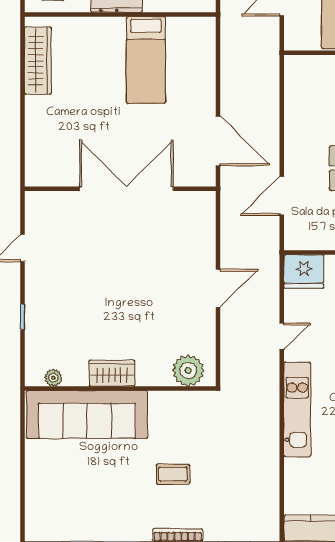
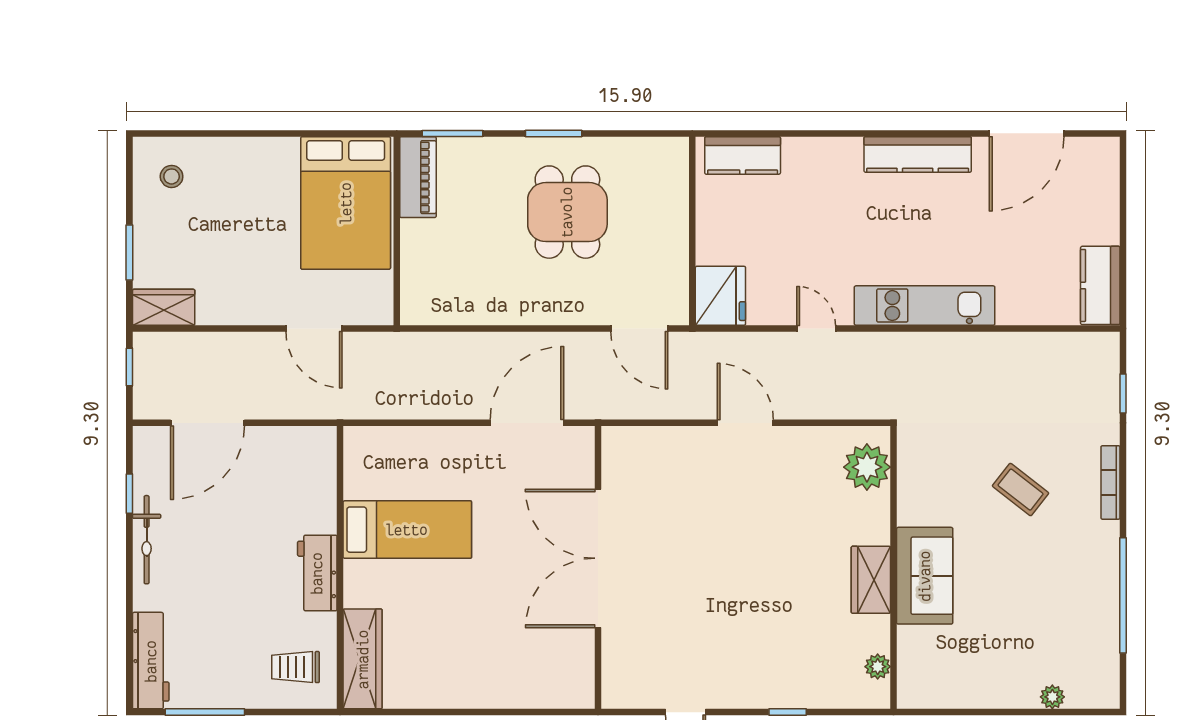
wardrobe: (38, 61) -> (363, 659), moved, turned 90
door: (282, 196) -> (639, 328), moved
sofa: (87, 415) -> (925, 576), width x0.54, depth x0.79
coffee table: (173, 474) -> (1021, 490), turned -52
plant: (33, 496) -> (1052, 697), added

